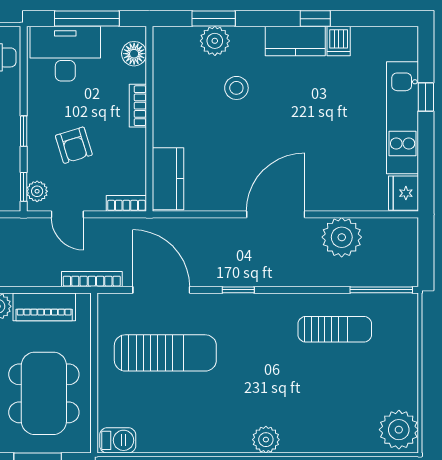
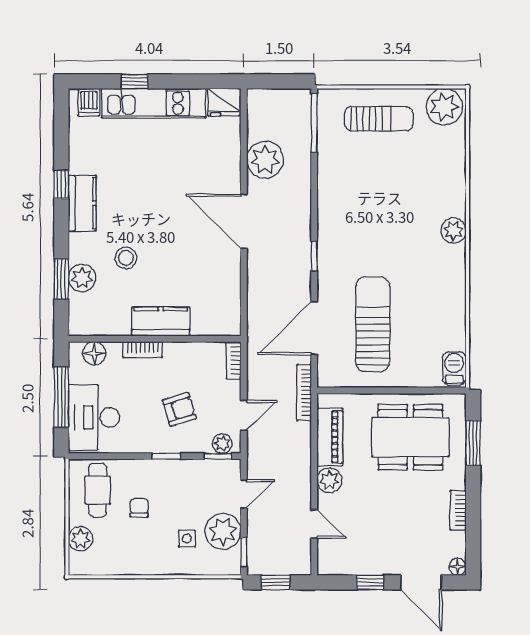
dishwasher: (339, 41) -> (89, 102), moved, turned 90
kitchen counter: (168, 179) -> (161, 322), moved
sun lounger: (335, 329) -> (379, 119), moved, turned 90

